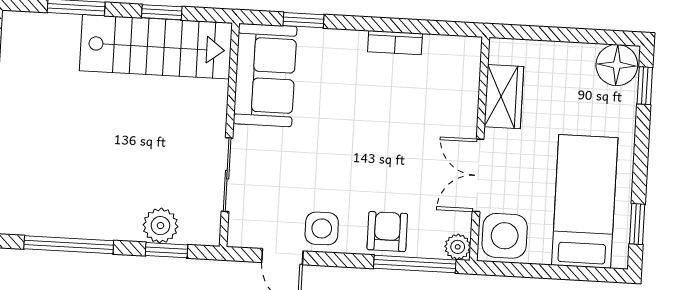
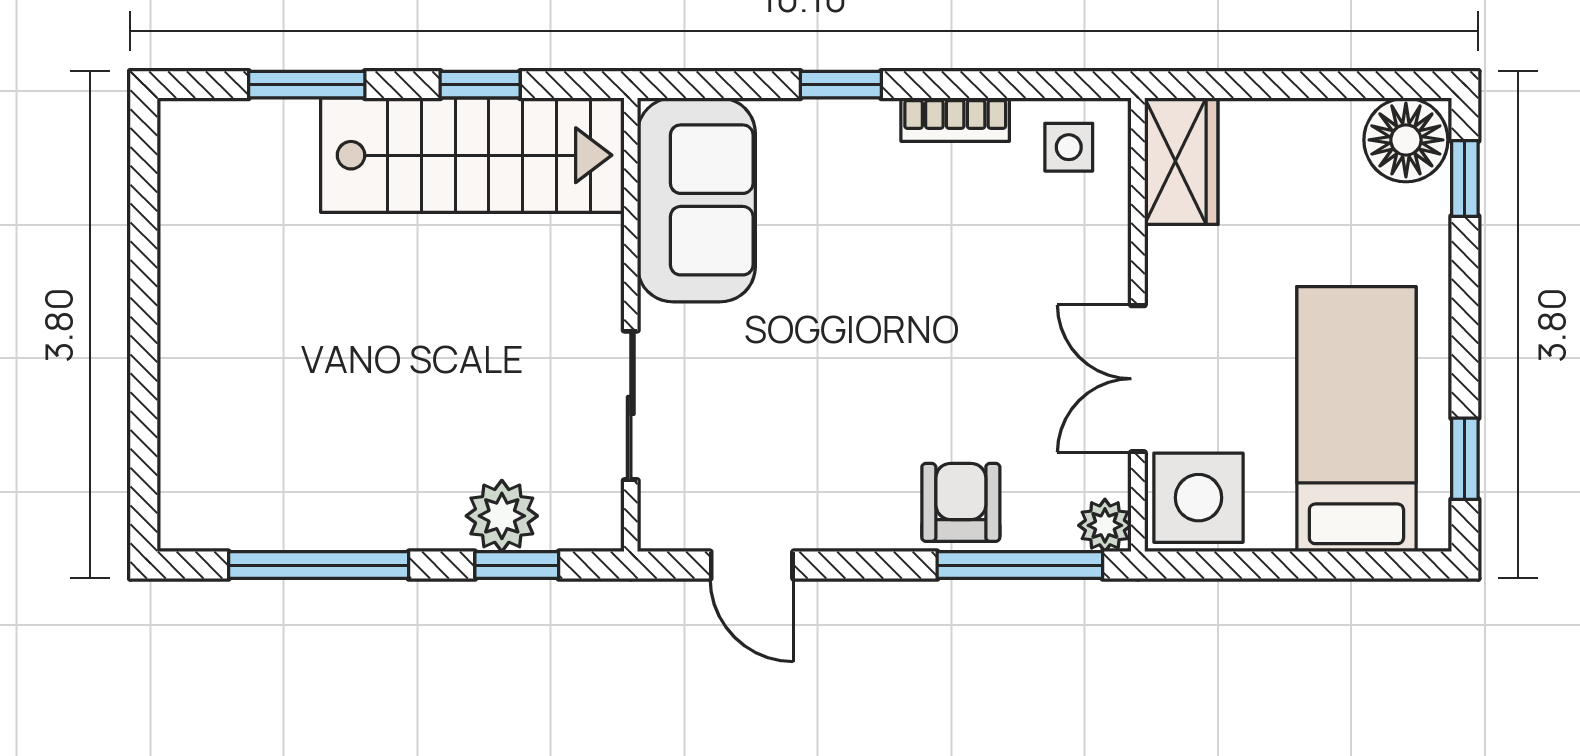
window: (303, 20) -> (841, 85), moved
wardrobe: (504, 97) -> (1181, 161), moved
side table: (322, 228) -> (1069, 147), moved, width x0.73, depth x0.73

